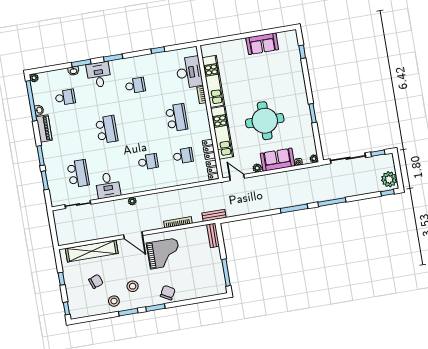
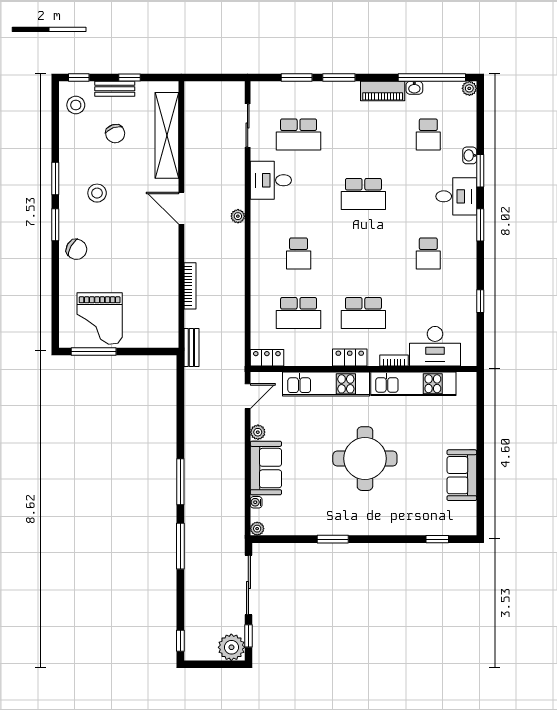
round table: (265, 121) -> (365, 459), moved
locker: (209, 149) -> (350, 358), moved
school desk: (183, 156) -> (299, 313), width x1.85
plant: (389, 179) -> (231, 647), moved
door: (133, 235) -> (181, 208), hinge flipped
bench: (213, 235) -> (115, 89), moved
grand piano: (164, 254) -> (100, 319), moved
stool: (114, 301) -> (76, 105), moved

